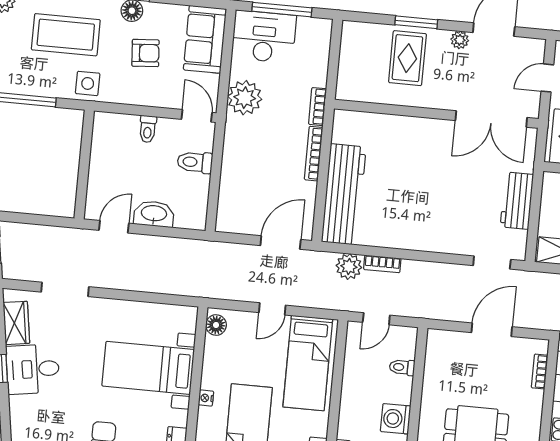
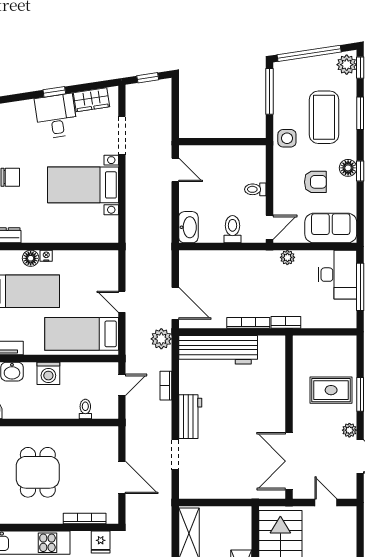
armchair: (145, 53) -> (315, 182), turned -86
plant: (245, 98) -> (287, 257), width x0.53, depth x0.53
workbench: (517, 201) -> (190, 417), moved, turned 90
washbasin: (154, 214) -> (188, 227), moved
doorway: (492, 262) -> (175, 455), moved
plant: (349, 267) -> (161, 339), moved
door: (376, 319) -> (122, 385), swing flipped
floor lamp: (216, 325) -> (31, 258), moved
bed with nightstands: (148, 368) -> (83, 185), moved, turned -90
bookcase: (540, 372) -> (85, 518), width x1.56
washing machine: (396, 419) -> (48, 373), moved, turned 180

